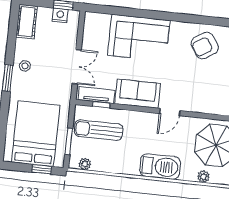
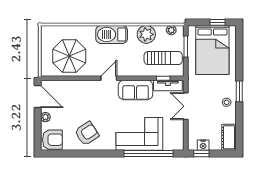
window: (130, 12) -> (149, 154), added
window: (42, 169) -> (217, 22), moved
plant: (203, 177) -> (146, 34), moved, width x1.88, depth x1.88

